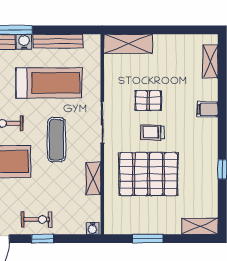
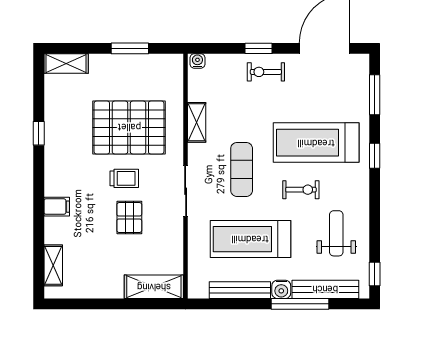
pallet: (148, 100) -> (129, 218), turned 90

